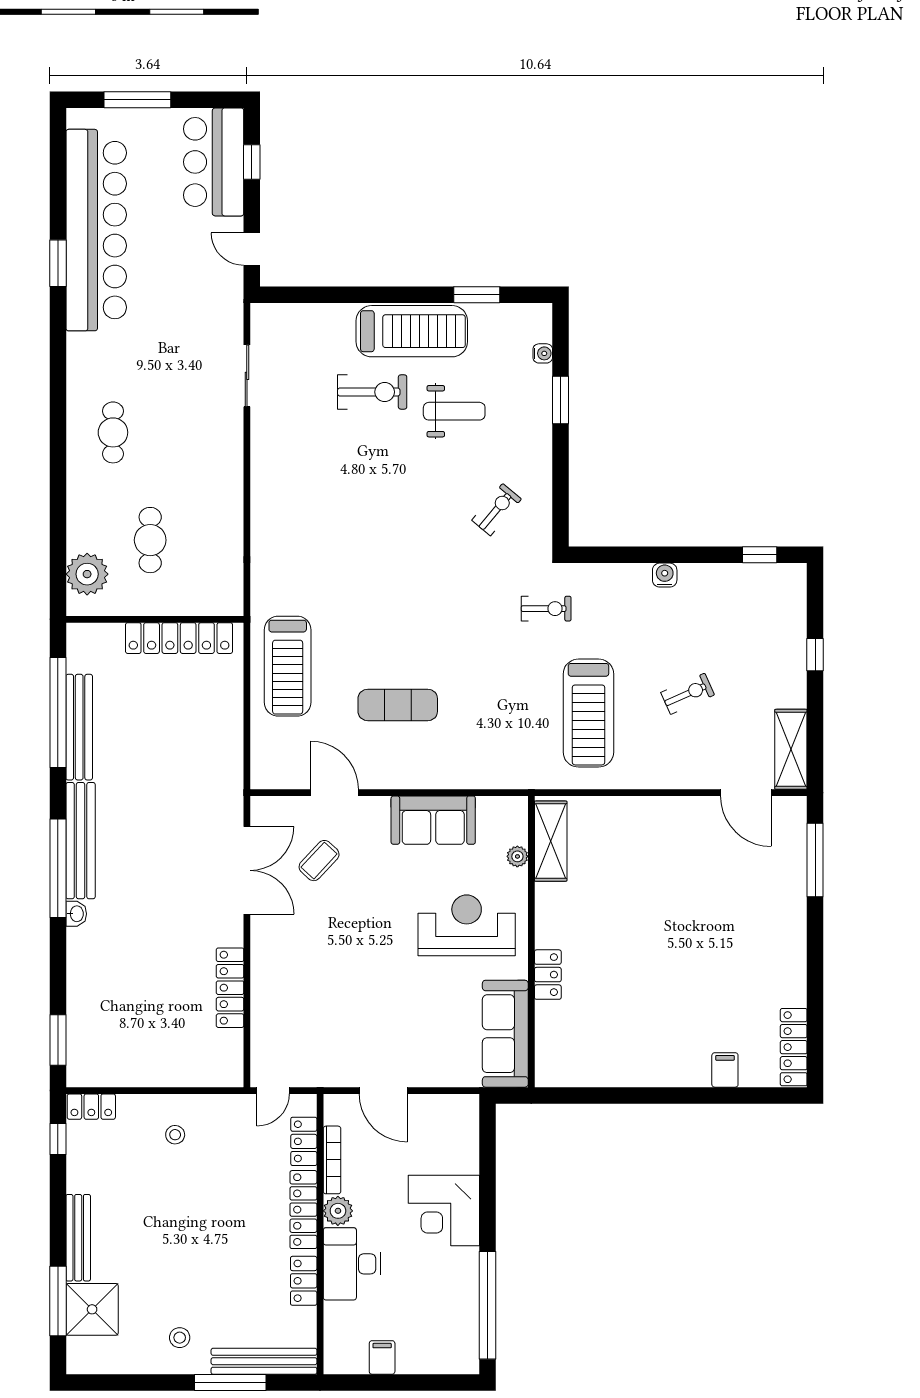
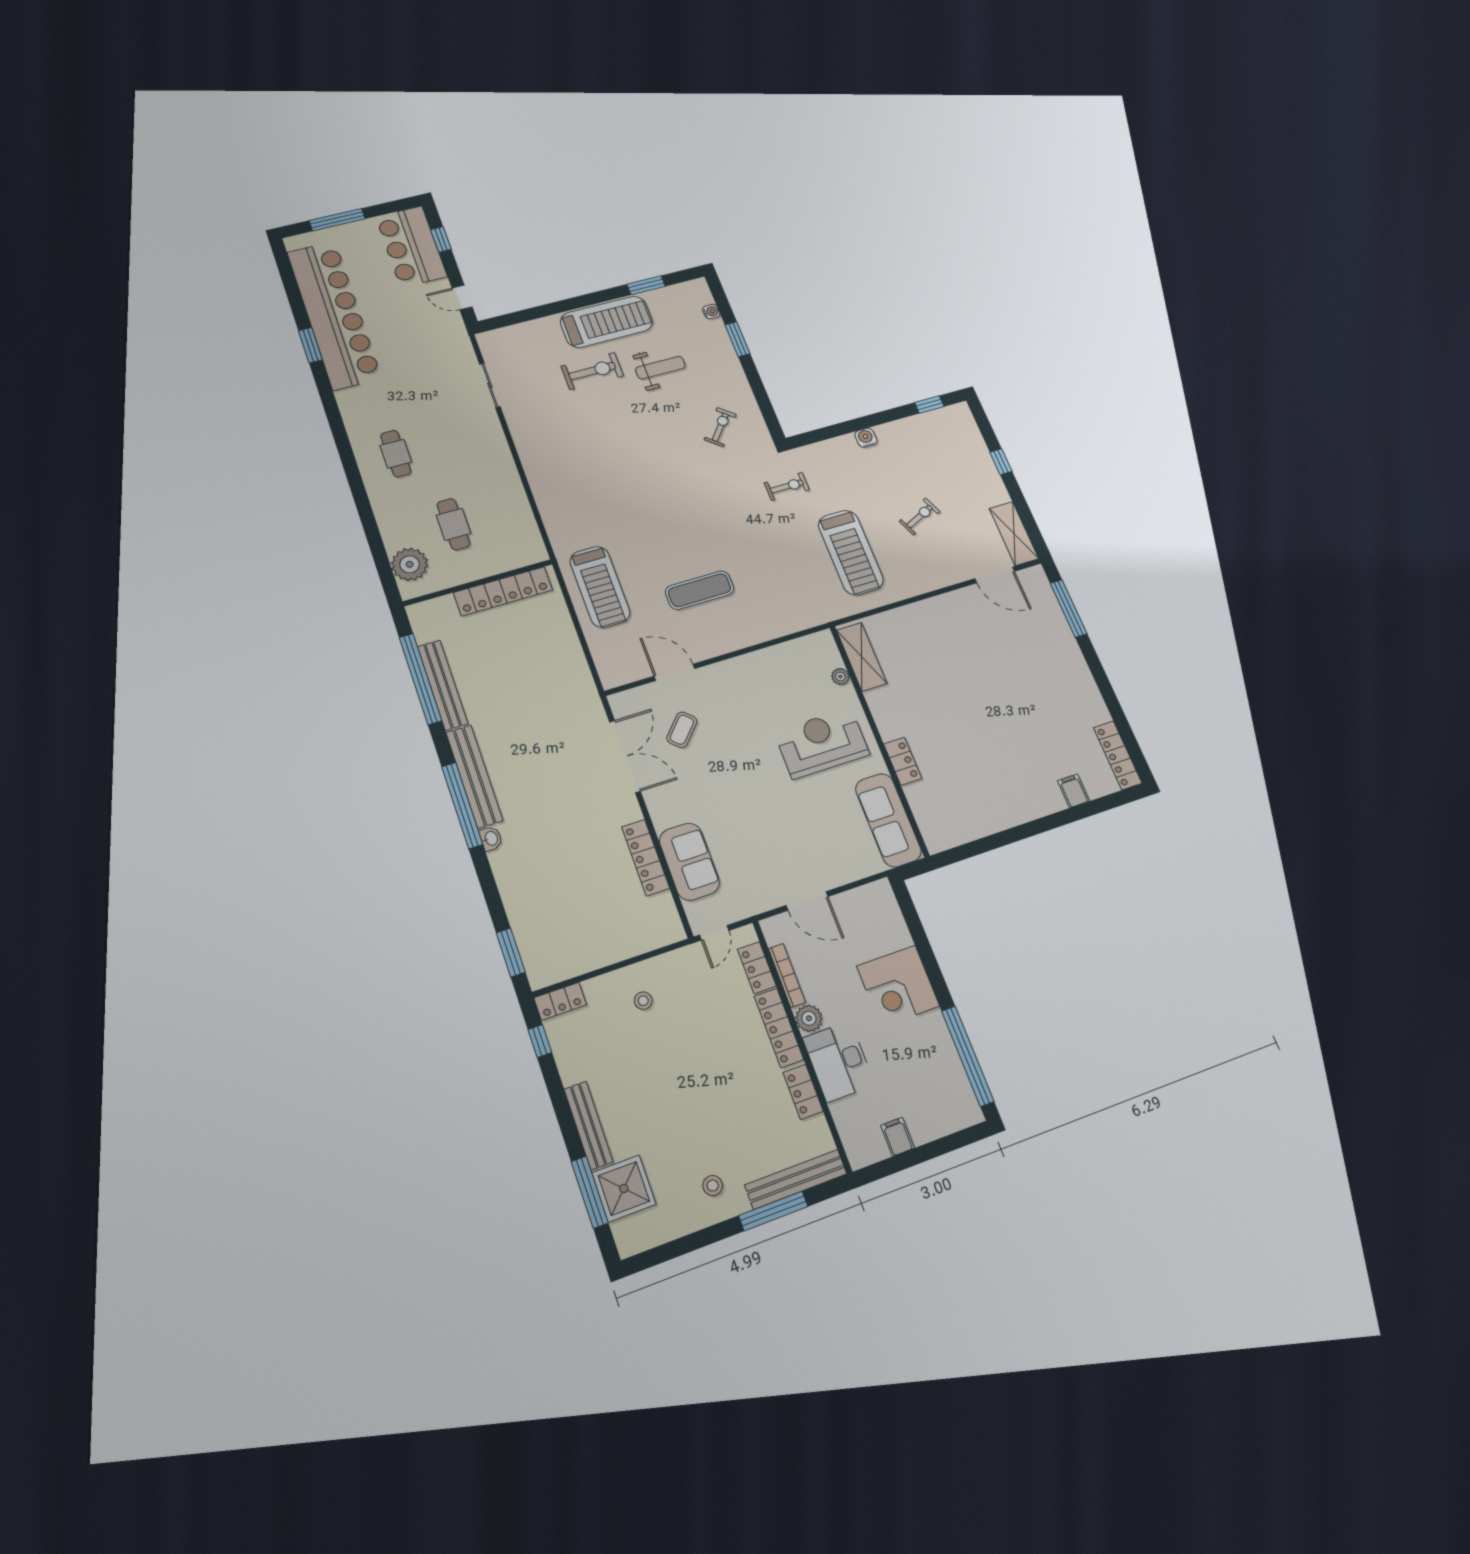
sofa: (433, 820) -> (689, 862), moved, turned -90

